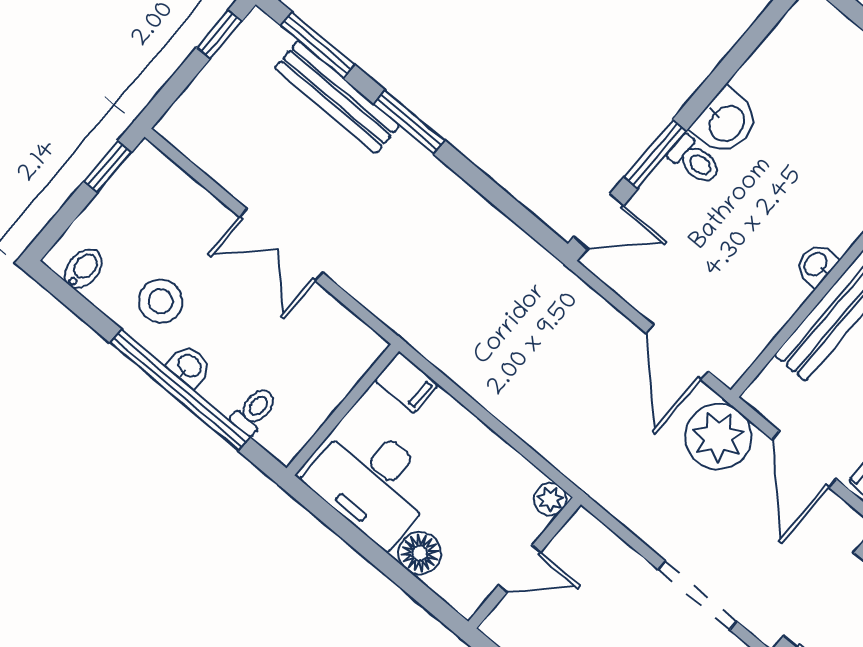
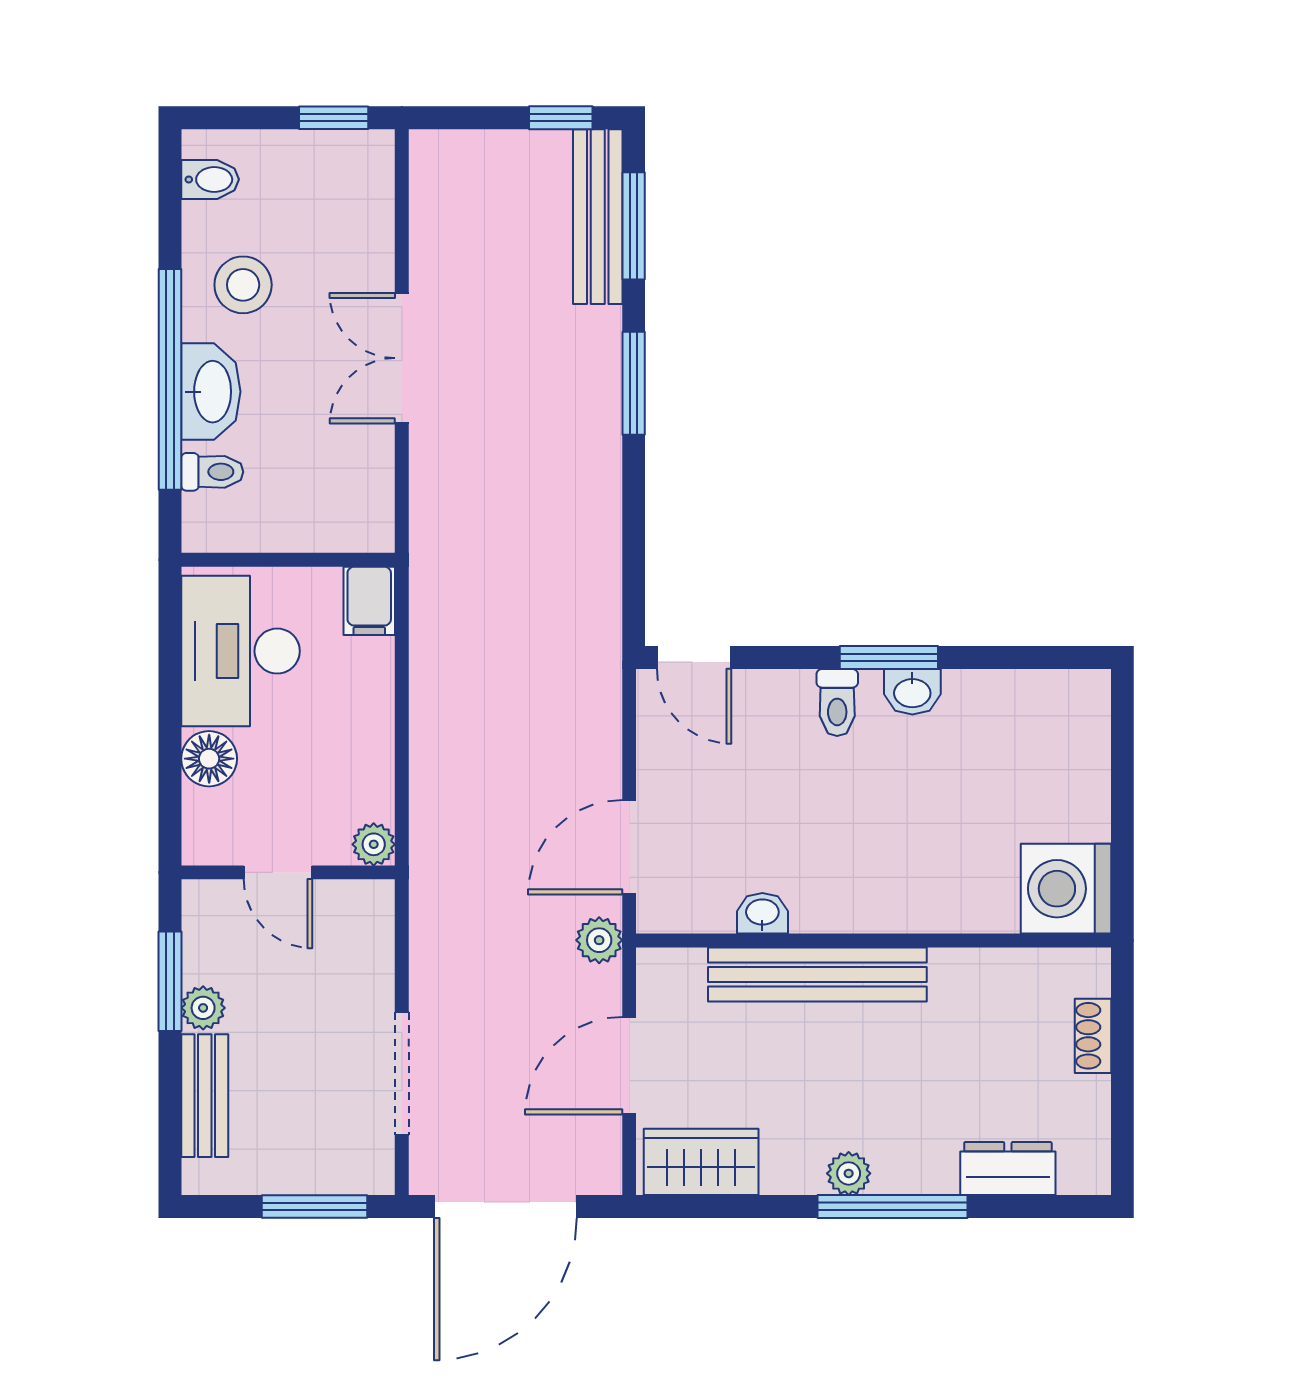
bench: (337, 97) -> (598, 217), moved
washbasin: (726, 122) -> (912, 692), width x0.72, depth x0.69
window: (655, 154) -> (889, 658), moved
washbasin: (816, 265) -> (762, 913), moved
washbasin: (189, 366) -> (211, 392), width x1.91, depth x1.45
plant: (718, 437) -> (599, 940), width x0.53, depth x0.53

